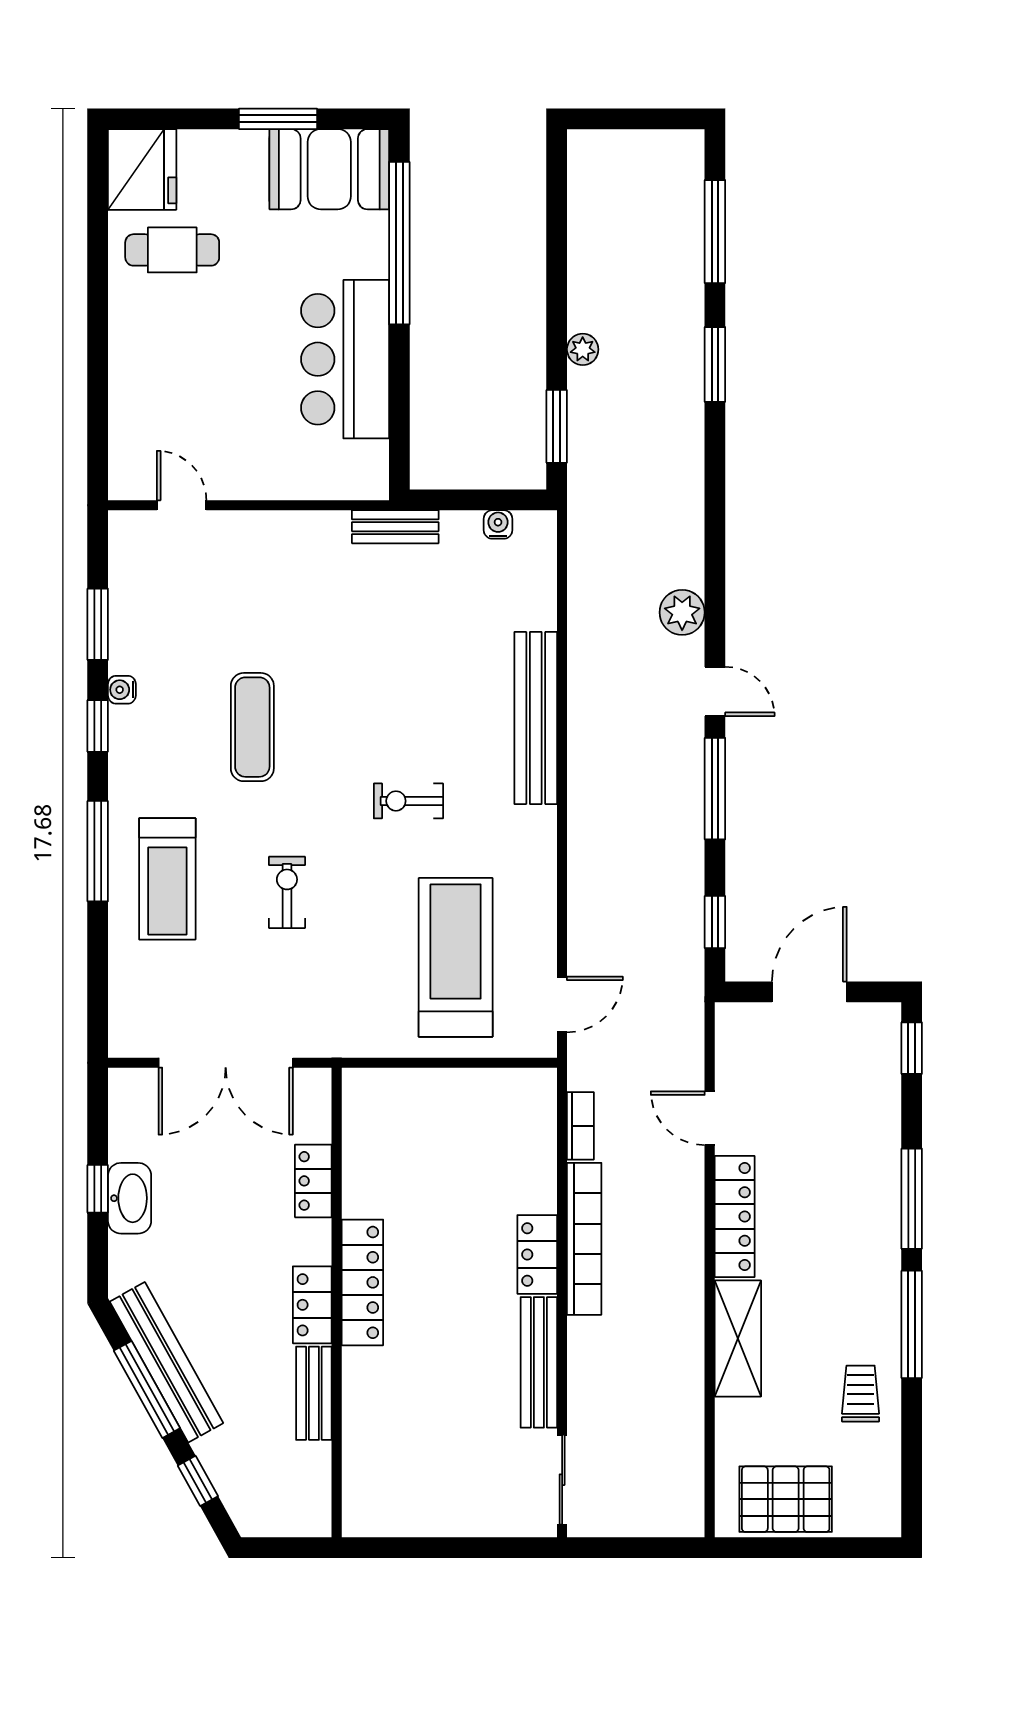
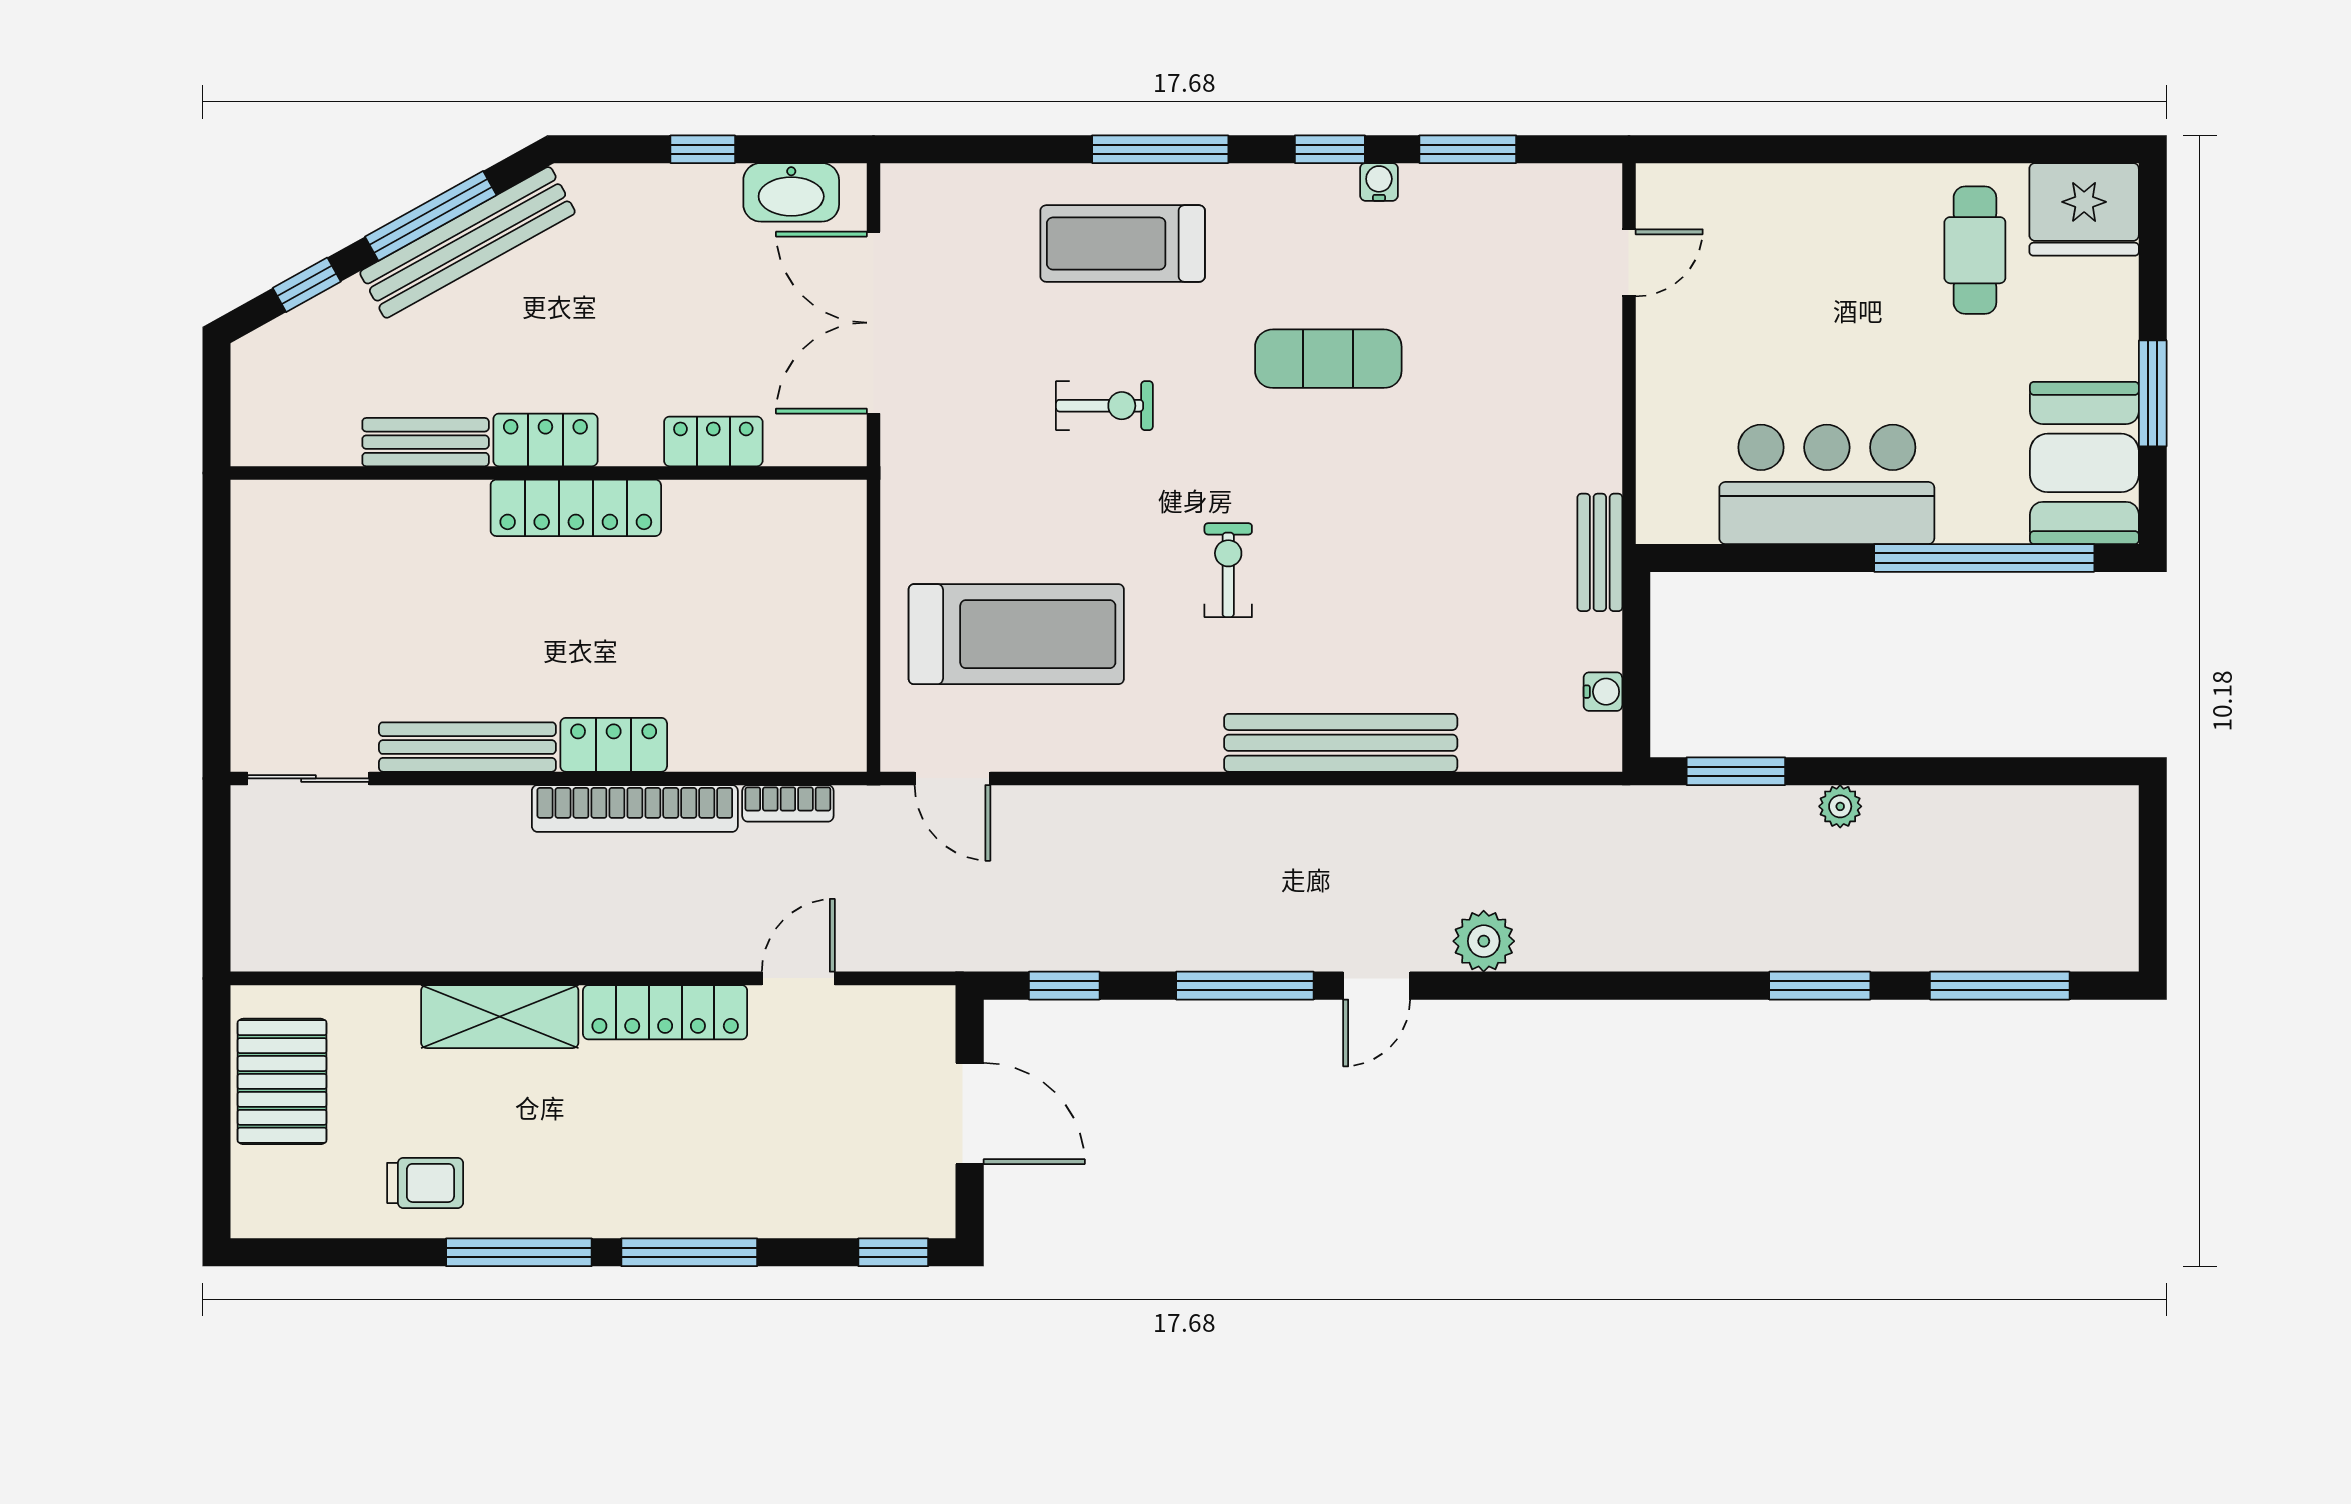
washbasin: (130, 1198) -> (791, 192), moved

